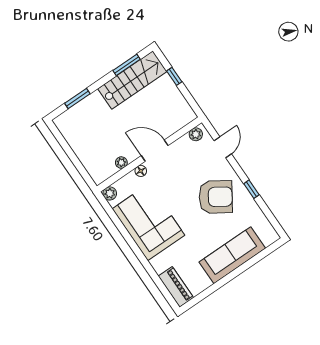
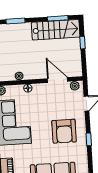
door: (155, 151) -> (58, 80), moved
armchair: (216, 197) -> (64, 131), turned 57

